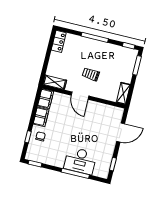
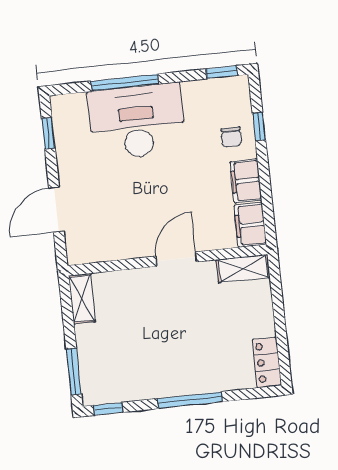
trolley: (91, 74) -> (169, 315), removed
door: (80, 96) -> (176, 259), hinge flipped
desk: (80, 161) -> (137, 121), width x1.36, depth x1.30

